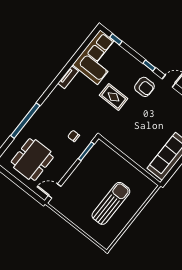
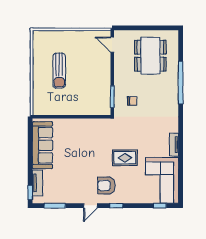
door: (55, 191) -> (112, 45), swing flipped
sun lounger: (111, 203) -> (59, 71), width x0.73, depth x0.75

